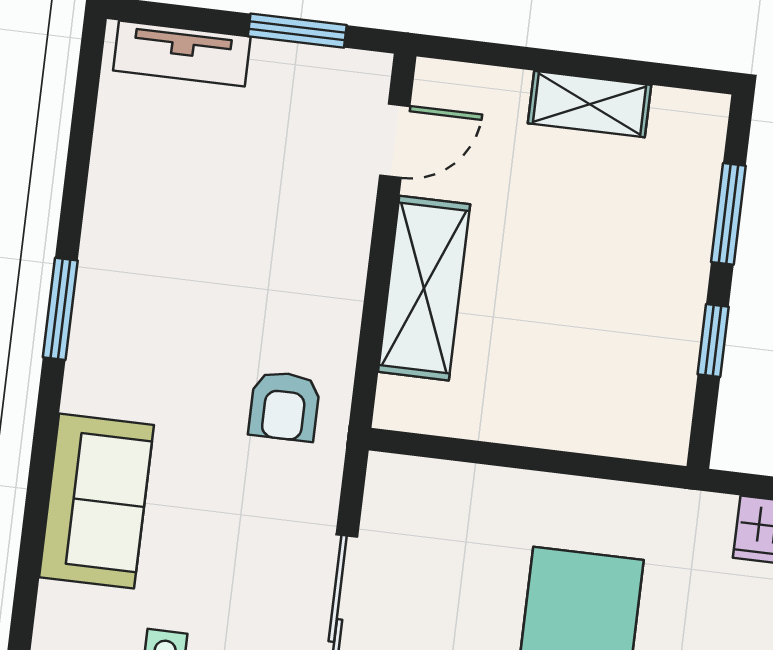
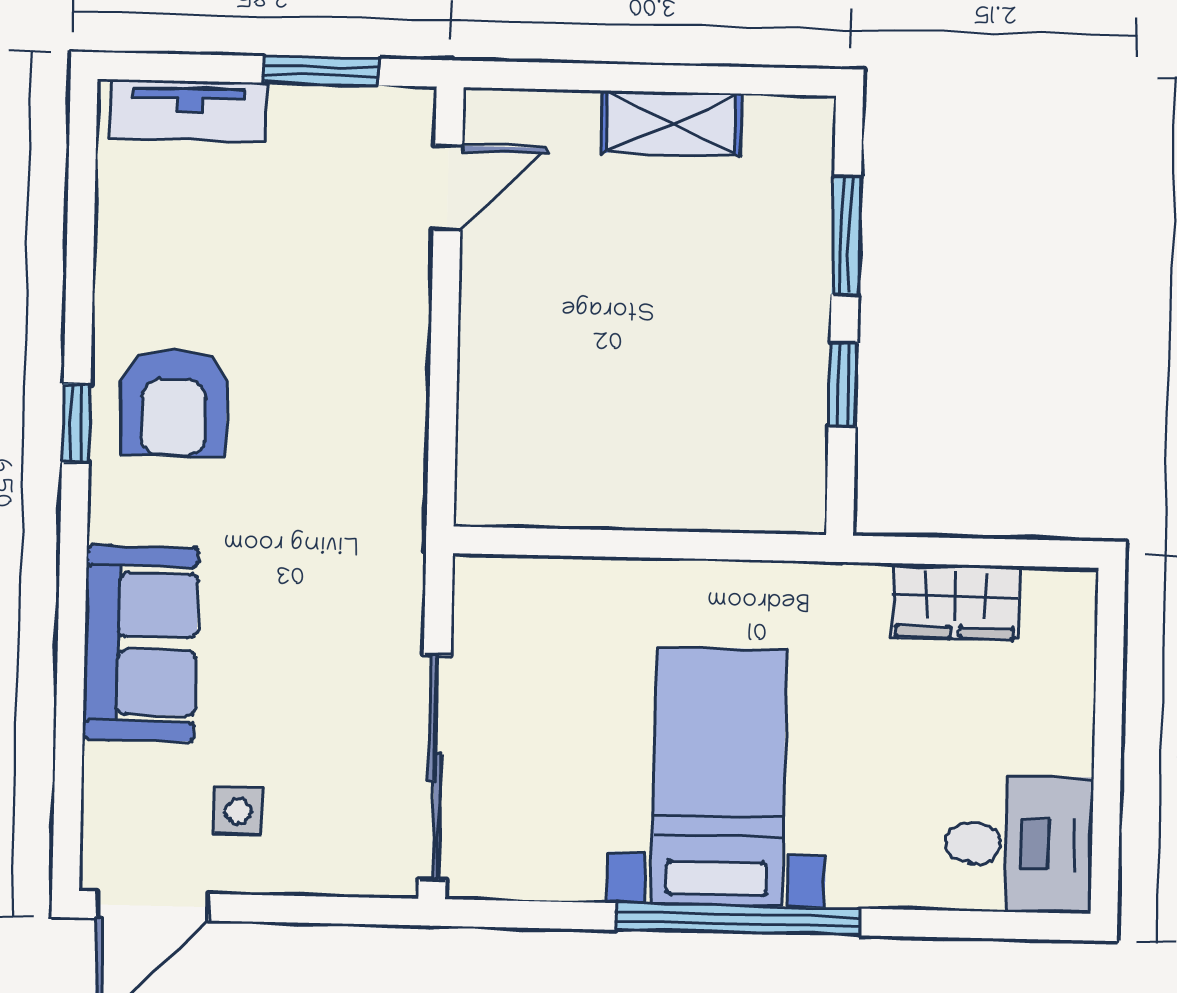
shelving: (424, 288) -> (499, 357), removed
window: (60, 309) -> (76, 423), width x0.67
armchair: (284, 406) -> (174, 403), moved, width x1.38, depth x1.38

